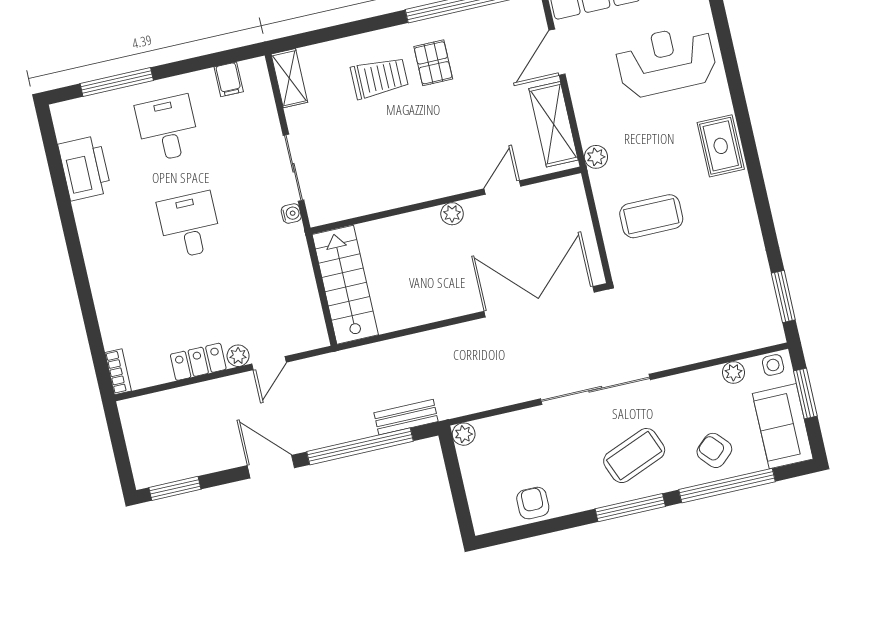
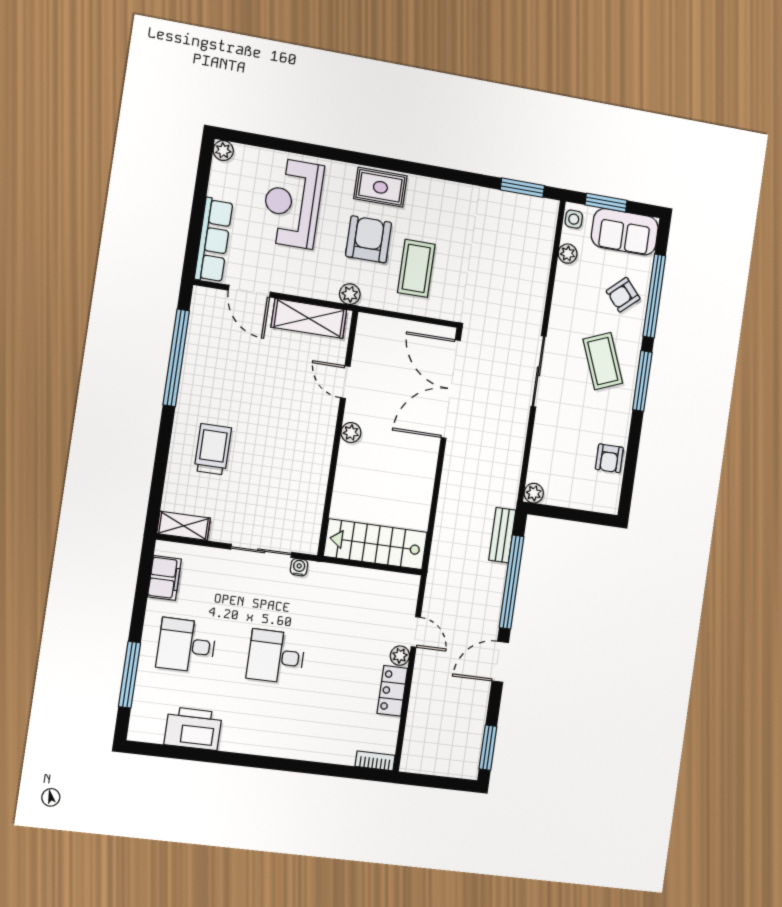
pallet: (433, 63) -> (218, 399), removed
filing cabinet: (229, 79) -> (164, 578), width x2.00
armchair: (661, 154) -> (369, 239), added
sliding door: (595, 389) -> (539, 371), width x0.73
armchair: (533, 503) -> (609, 458), turned -90

